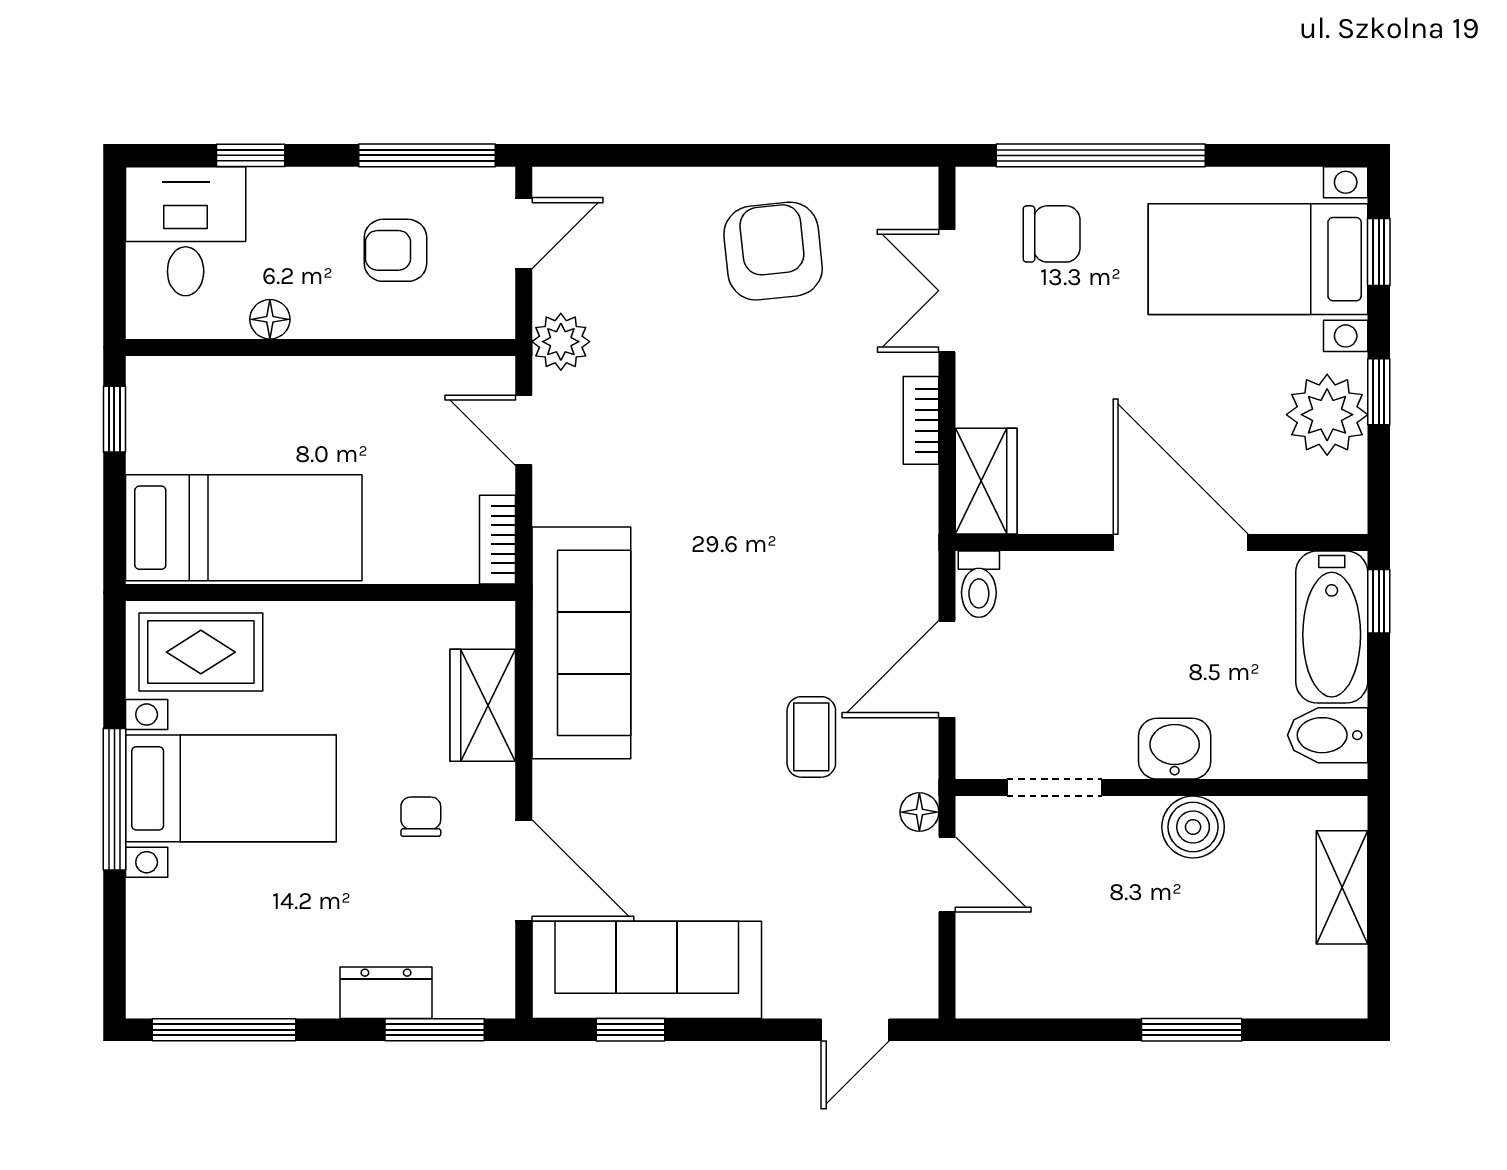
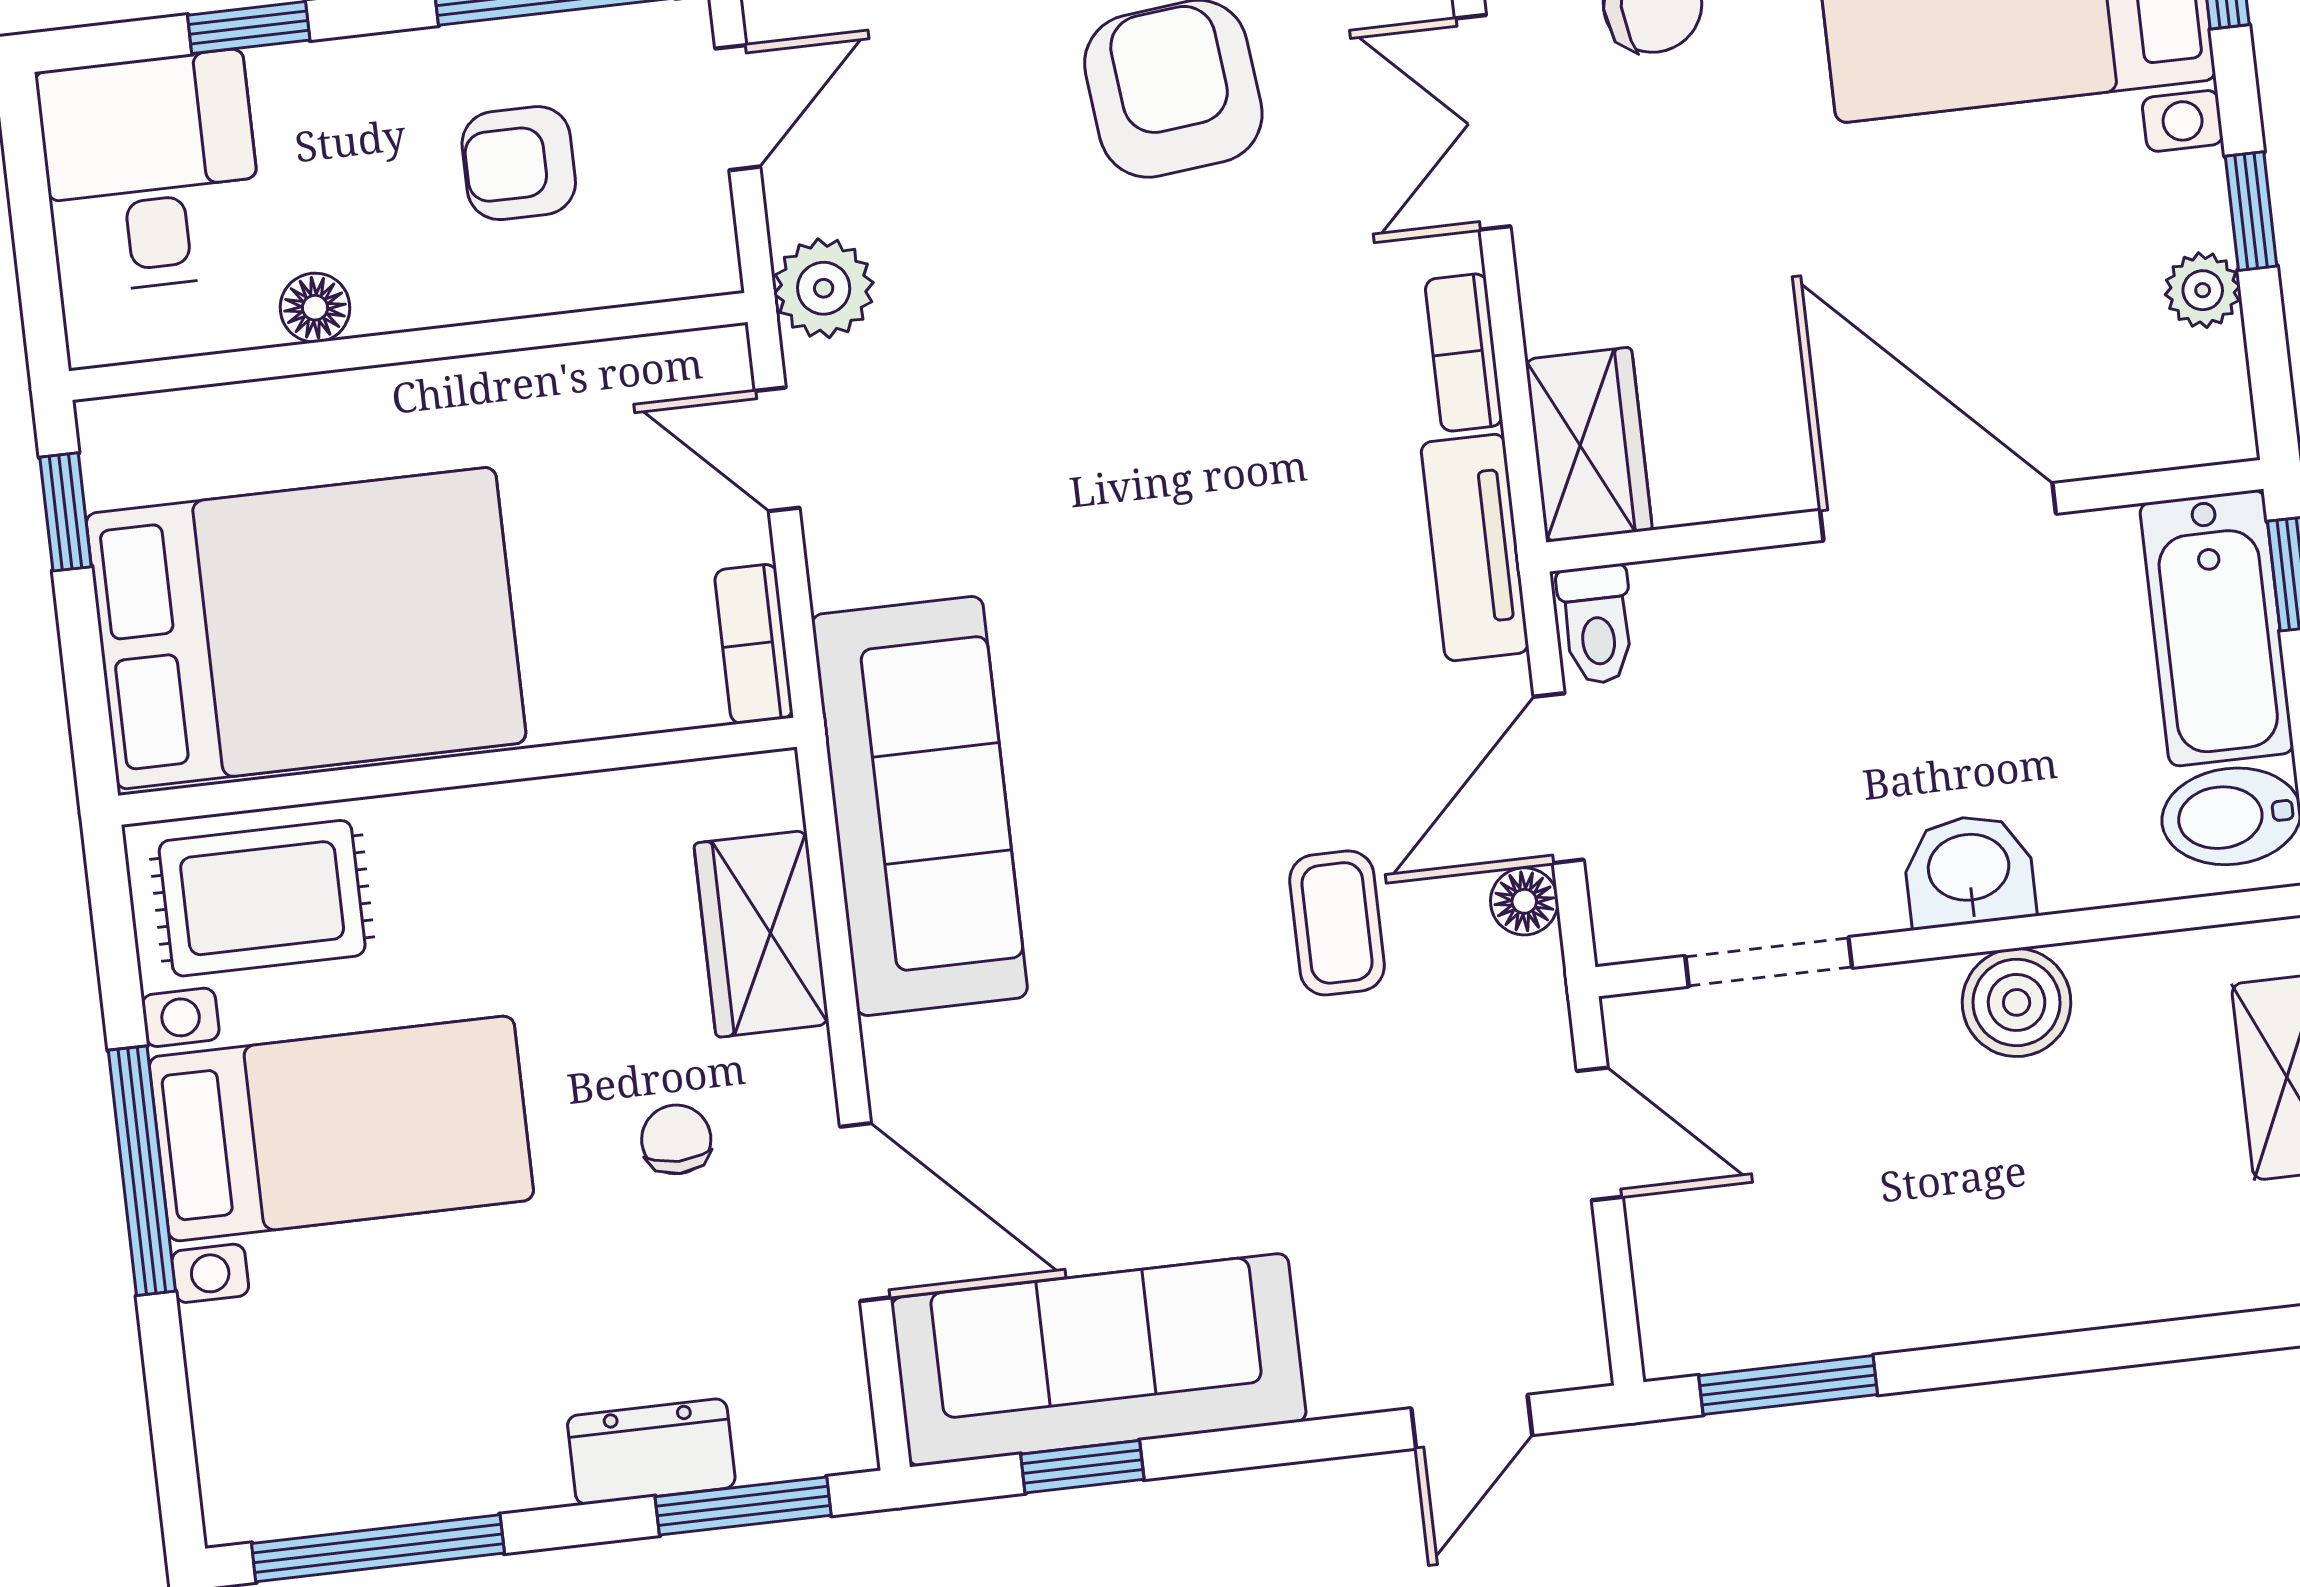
plant: (1327, 415) -> (2203, 290), width x0.53, depth x0.53
bed: (244, 528) -> (306, 628), width x1.50
tv unit: (915, 532) -> (1475, 548), added
floor lamp: (919, 812) -> (1524, 901), moved
window: (1192, 1030) -> (1788, 1385), moved

